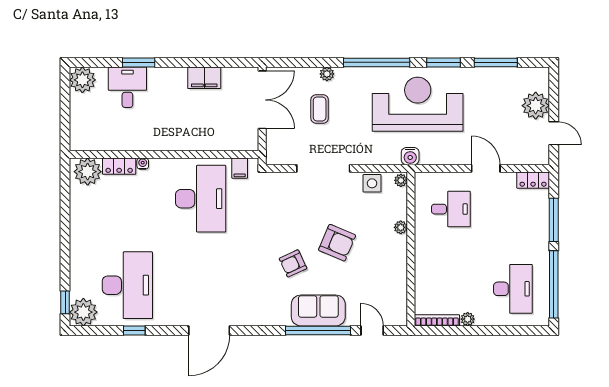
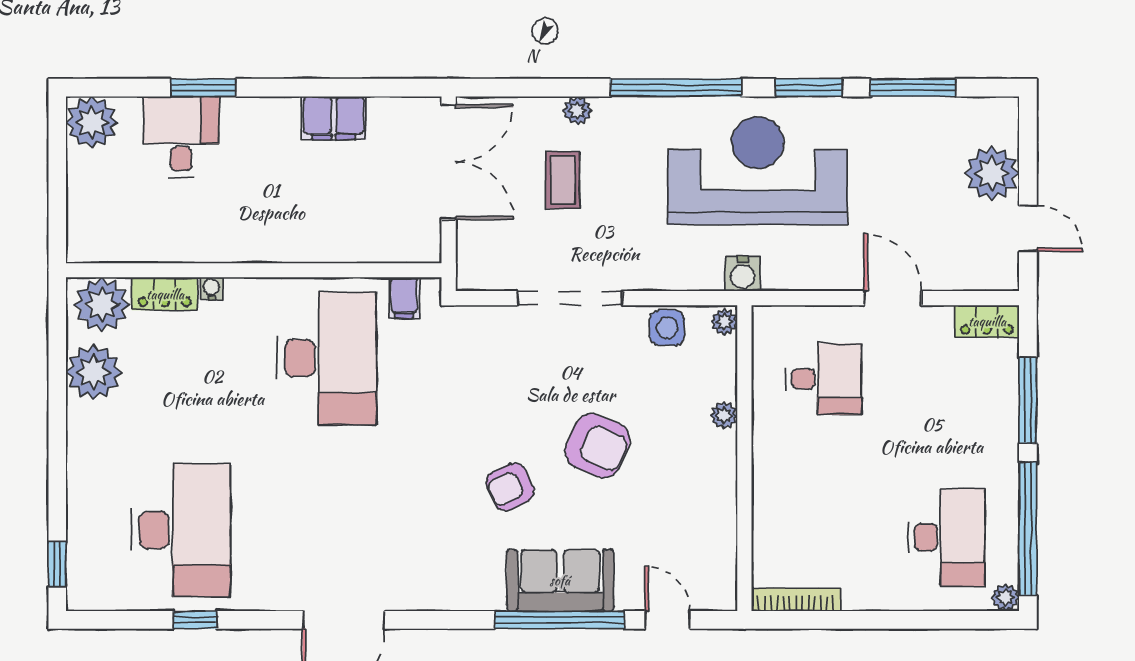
plant: (83, 312) -> (94, 372), moved
plant: (468, 319) -> (1005, 598), moved

